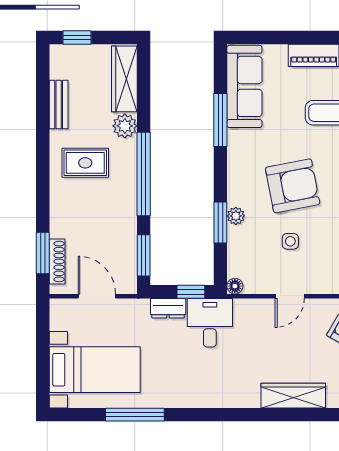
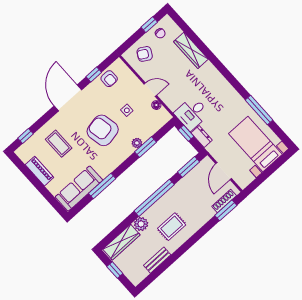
window: (77, 37) -> (115, 270), moved
rug: (85, 163) -> (172, 227), turned 90
floor lamp: (235, 286) -> (156, 105), moved

